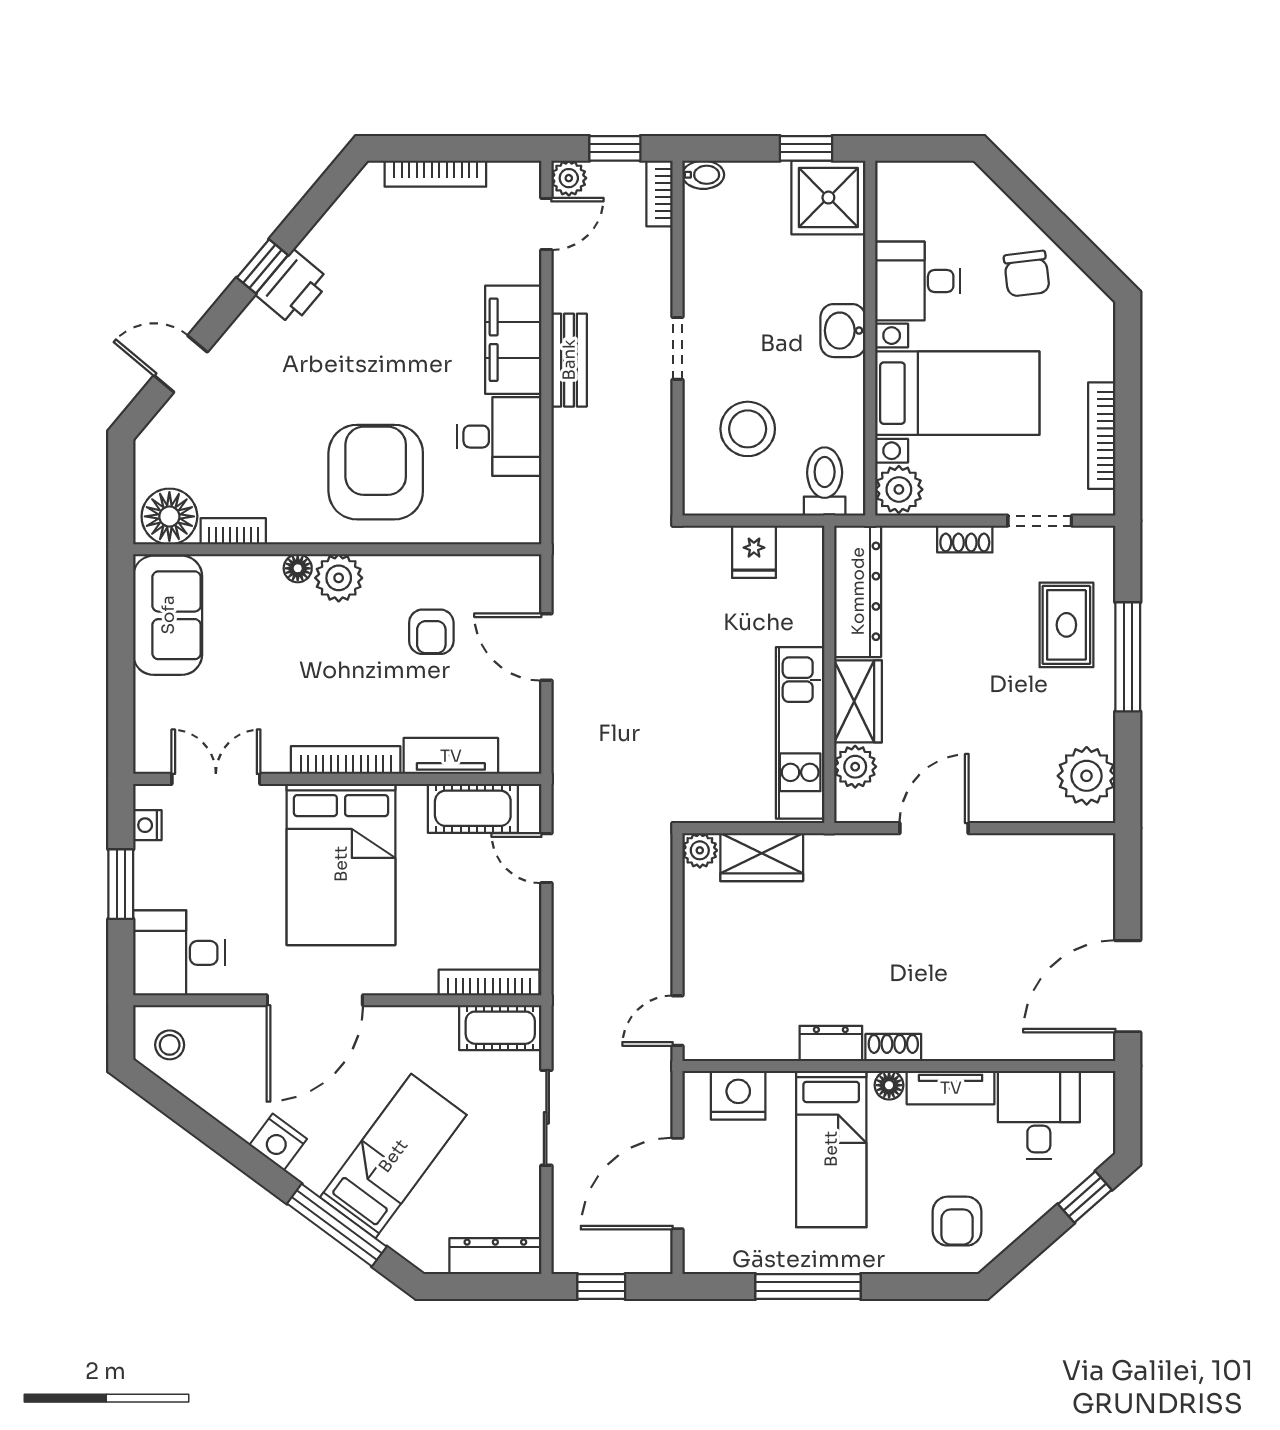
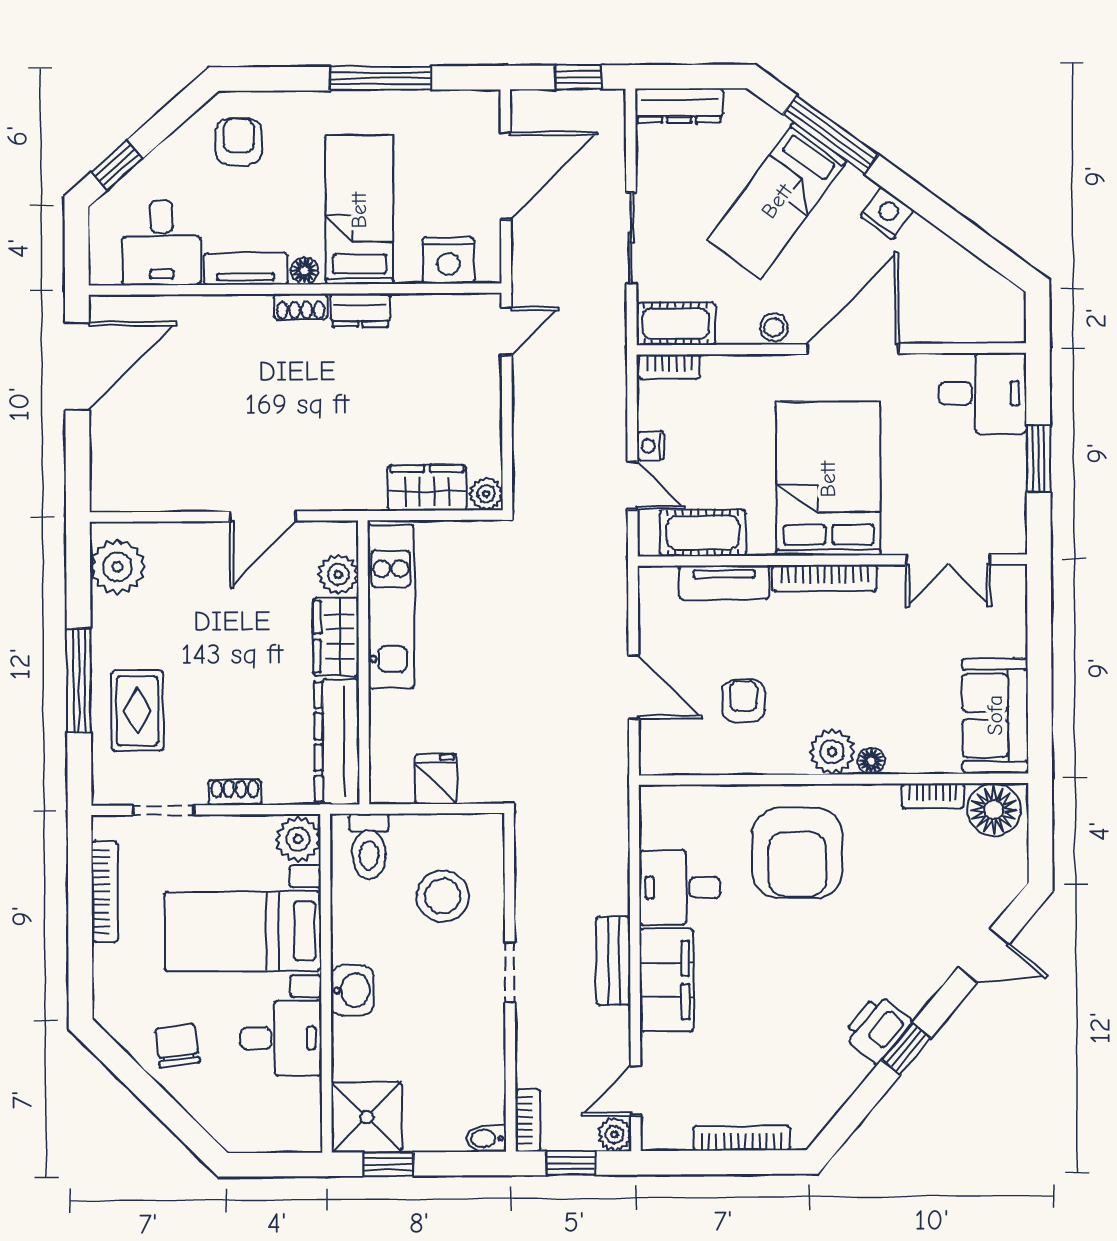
nightstand: (147, 825) -> (651, 446), moved, turned 180
bookcase: (489, 983) -> (669, 367), width x0.64
stool: (170, 1045) -> (774, 327), moved

